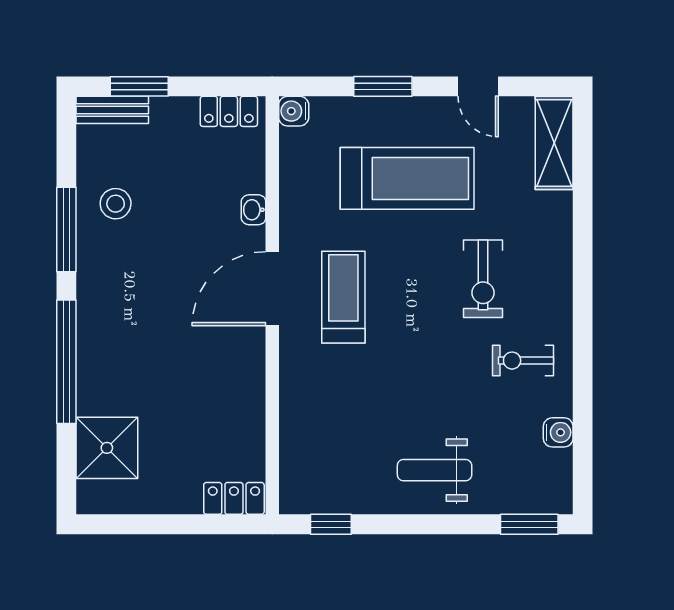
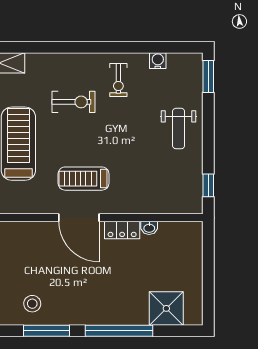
washbasin: (254, 210) -> (149, 228), moved
locker: (234, 498) -> (122, 230), moved, turned -90

